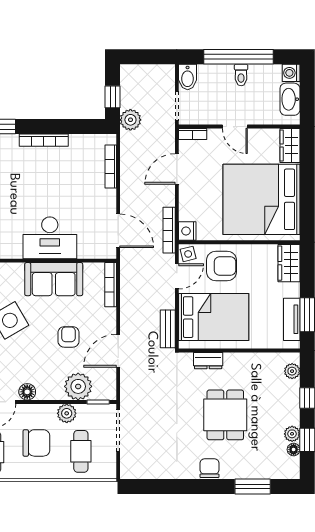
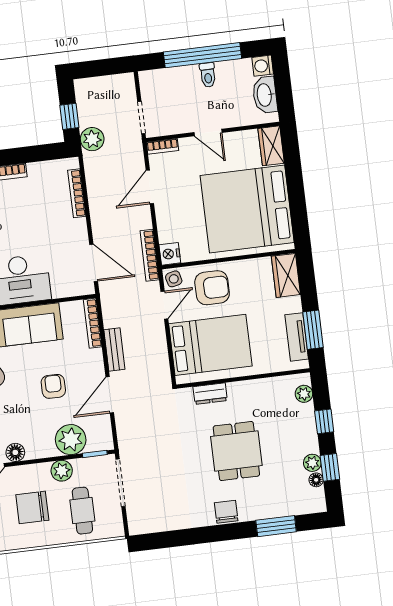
bidet: (188, 77) -> (149, 84), removed
bench: (168, 329) -> (114, 349), moved
chair: (36, 443) -> (32, 507), turned 180

